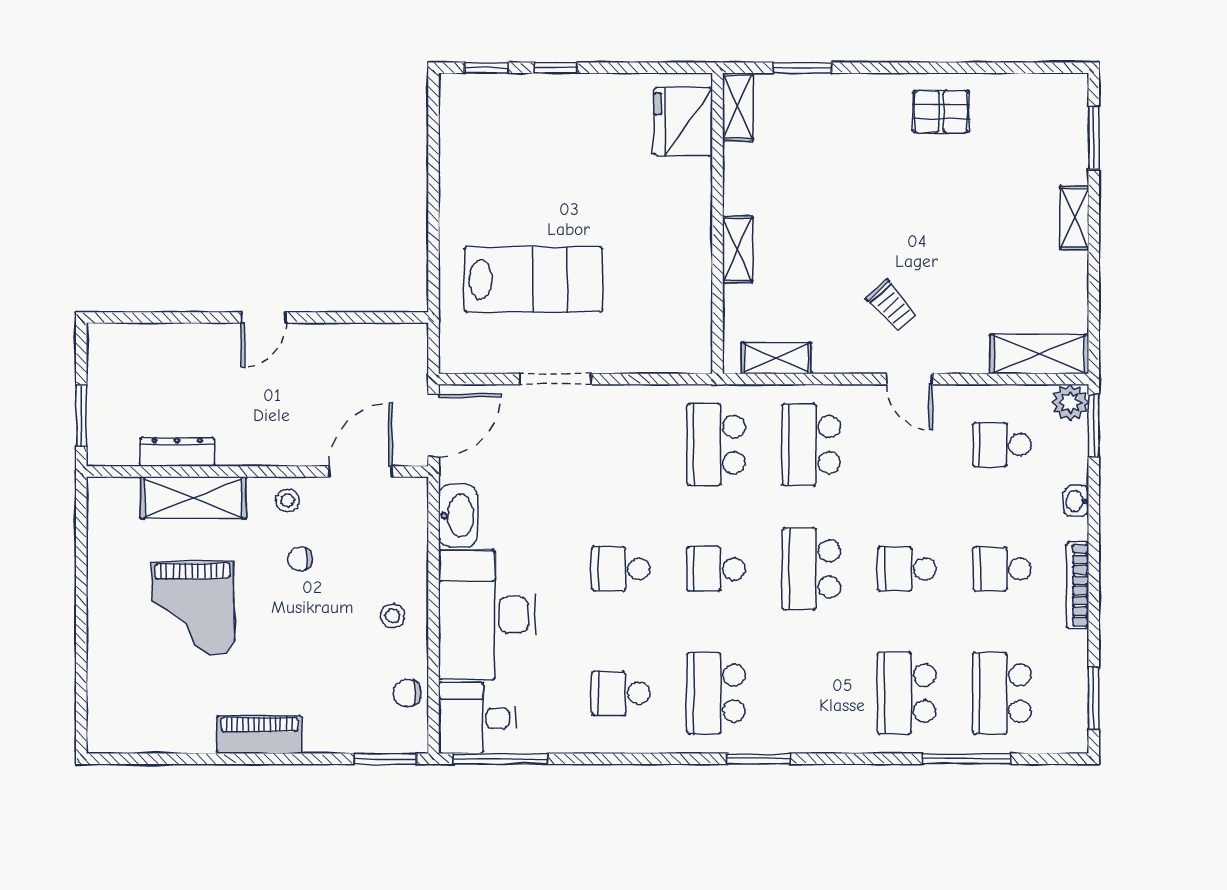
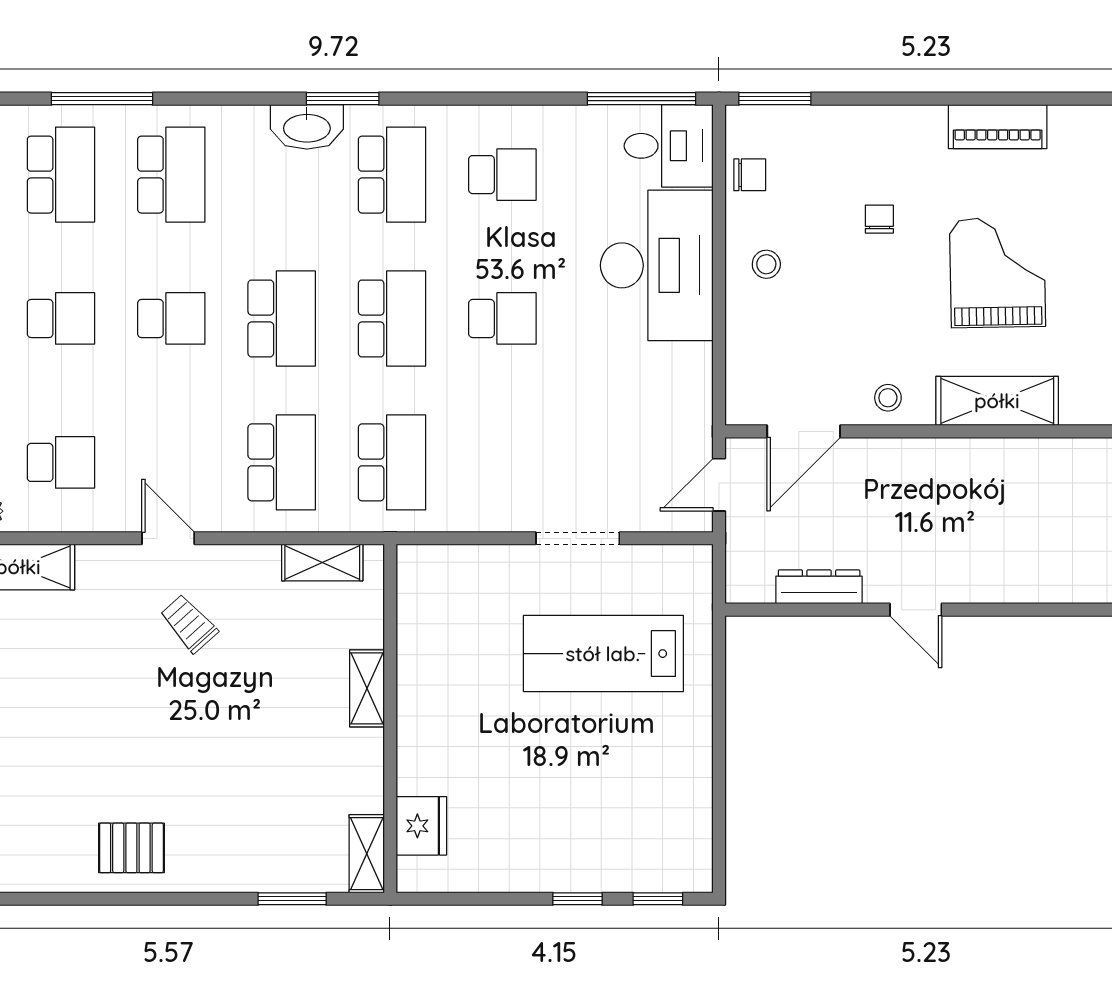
fridge: (683, 122) -> (421, 826), width x0.73, depth x0.75
door: (264, 317) -> (916, 610), swing flipped
door: (434, 425) -> (719, 485), width x0.73
dresser: (177, 452) -> (819, 587), moved, turned 180
washbasin: (458, 516) -> (307, 127), moved, turned -90
chair: (300, 559) -> (879, 219), moved, turned -90
school desk: (716, 569) -> (392, 318), width x1.85
piano: (259, 735) -> (998, 127), moved

